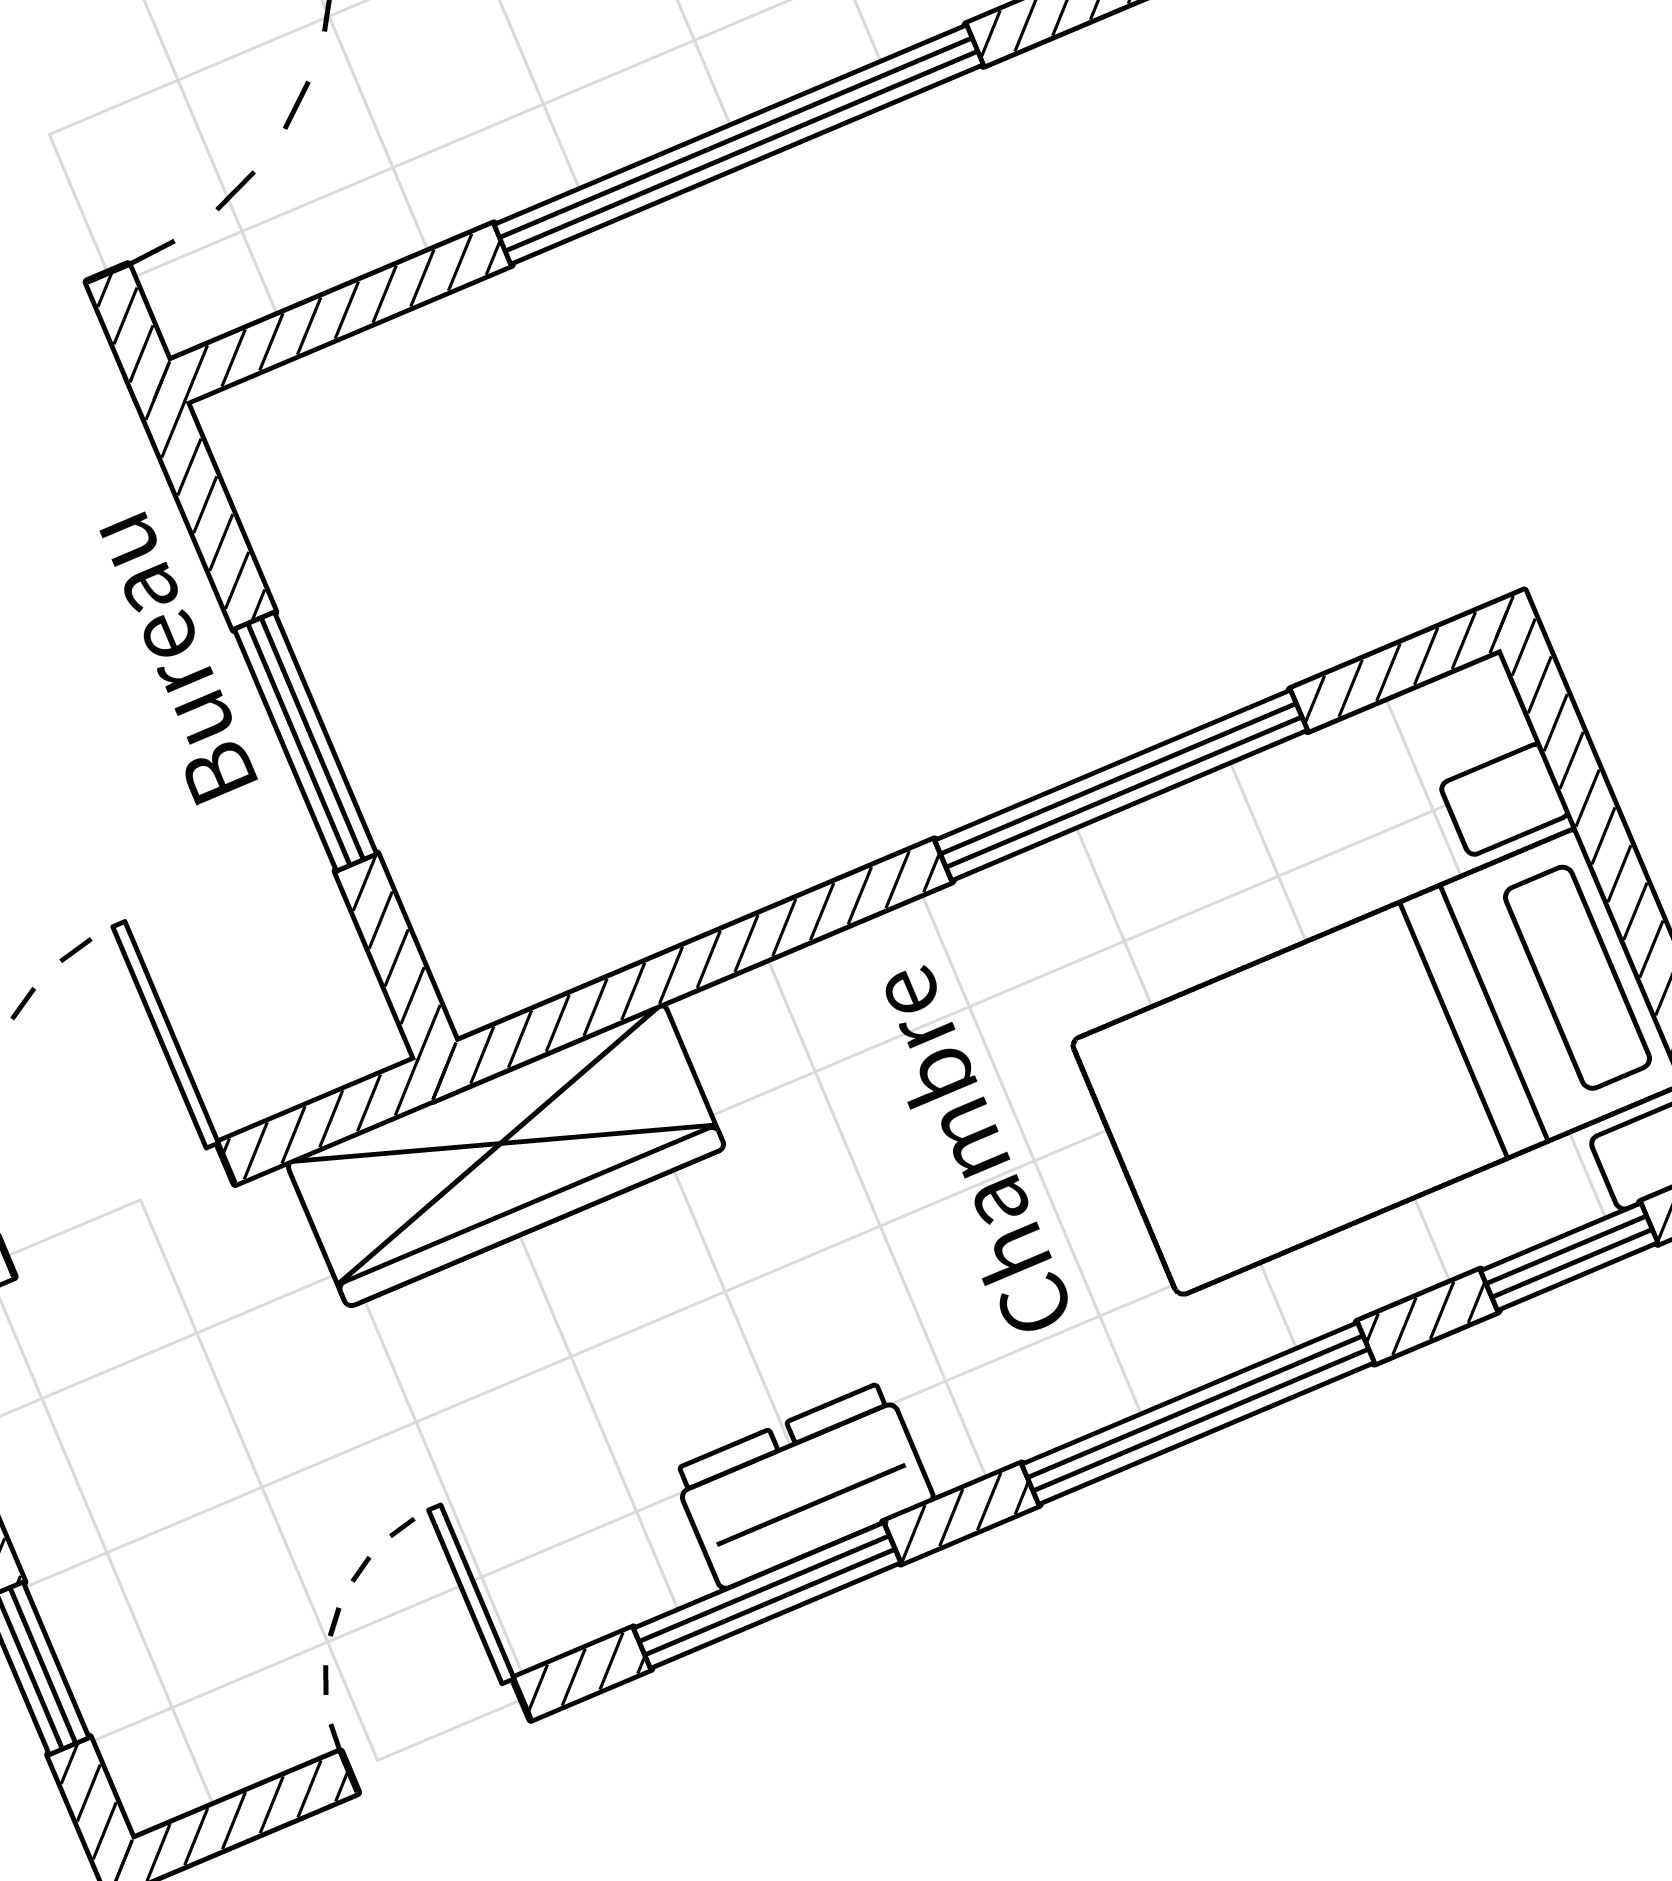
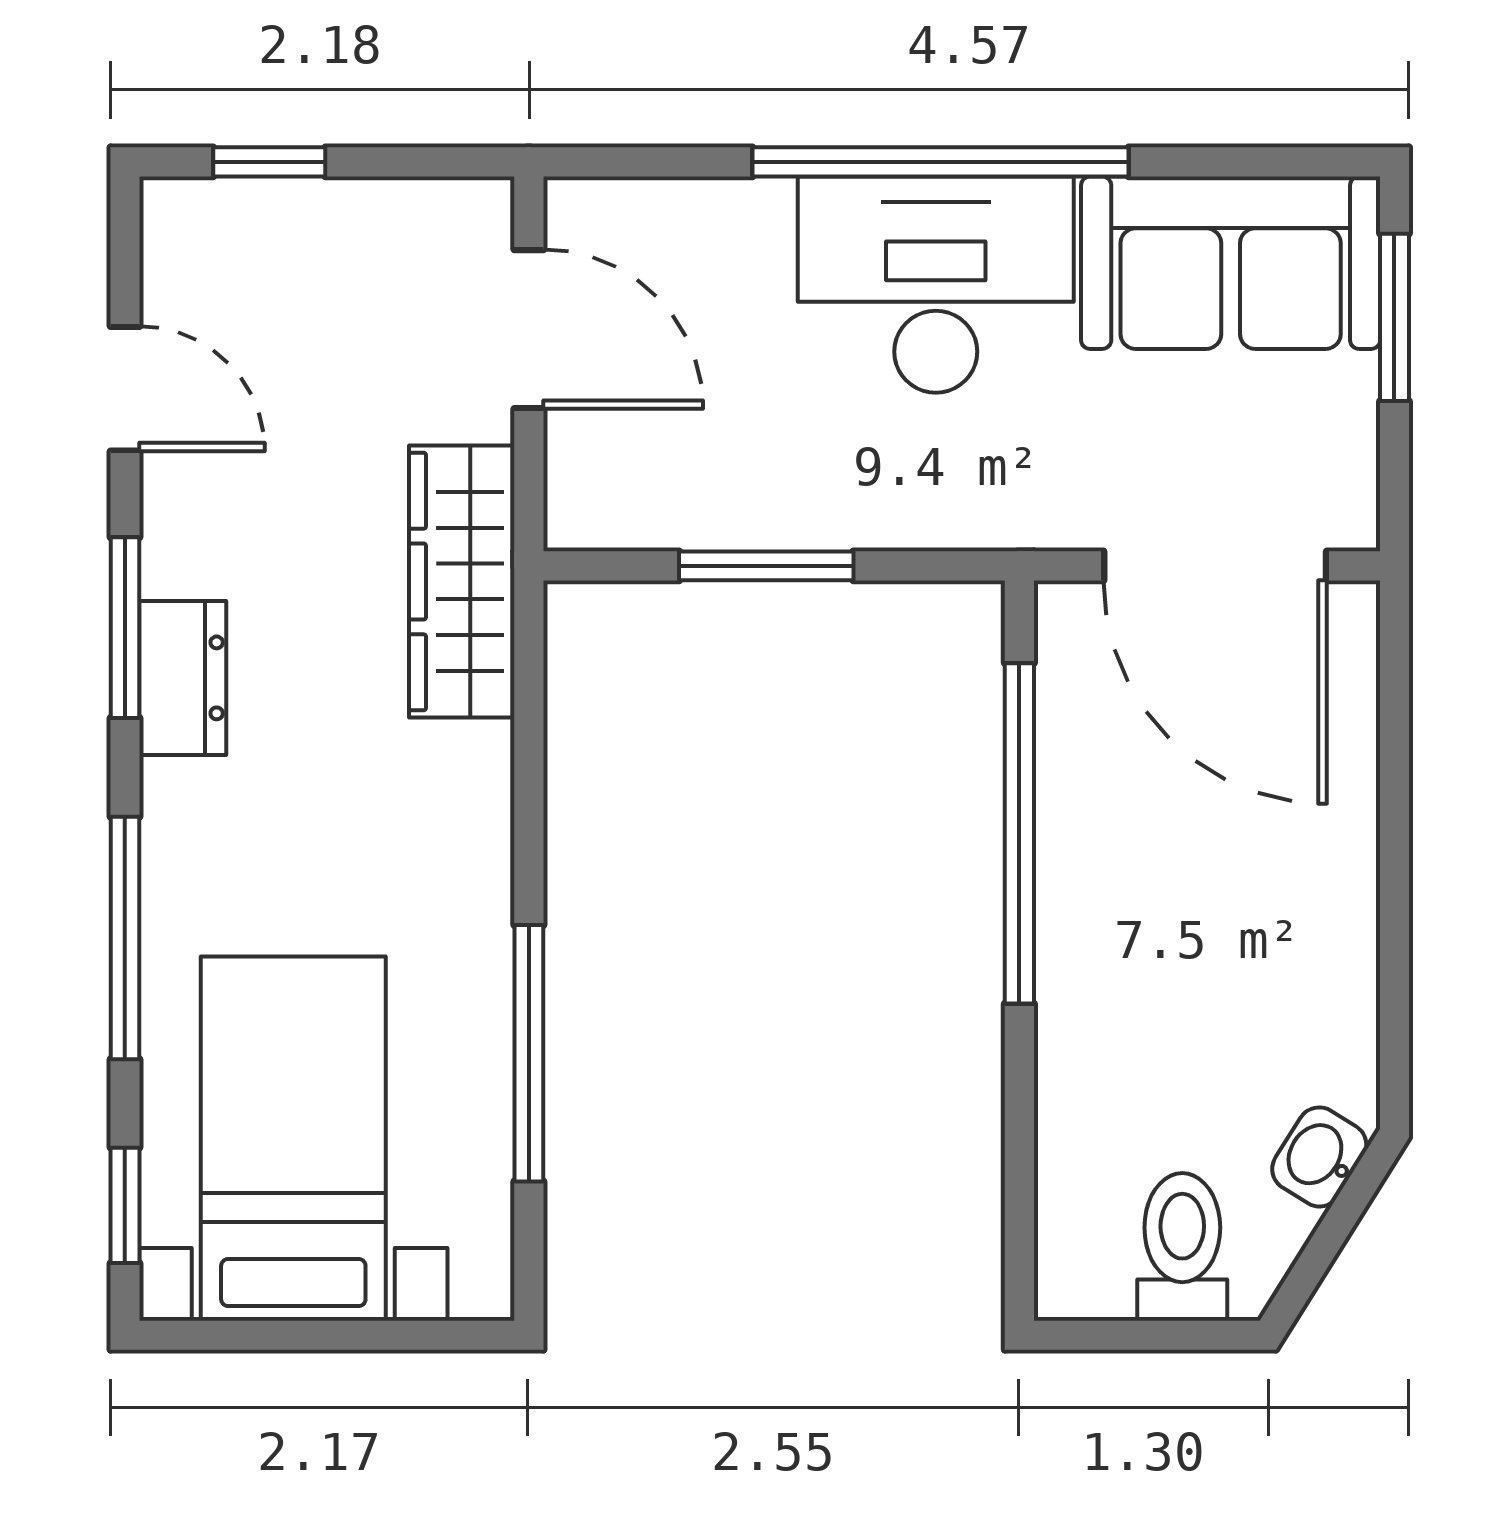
window: (739, 145) -> (1019, 833), moved

